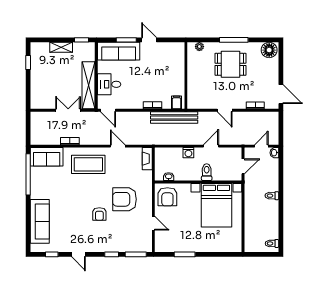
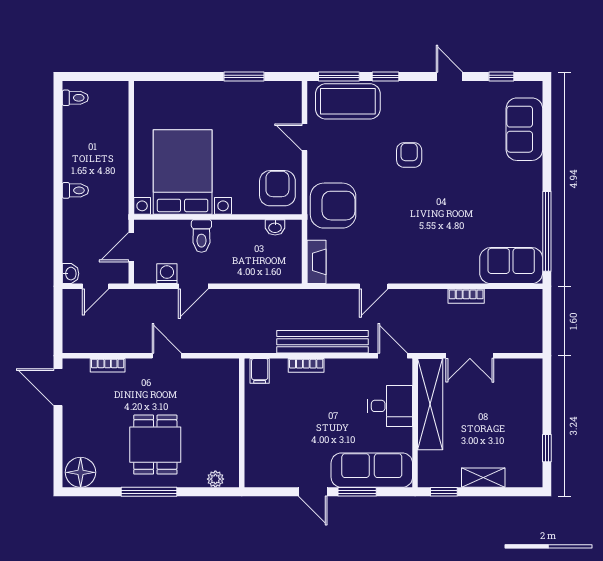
dining table: (231, 64) -> (155, 445), turned 90
bench: (174, 117) -> (323, 342), moved
door: (118, 146) -> (374, 286), hinge flipped
washing machine: (188, 153) -> (167, 274), moved
coffee table: (88, 164) -> (348, 101), moved
armchair: (124, 199) -> (333, 206), moved
sofa: (40, 221) -> (524, 129), width x0.73

